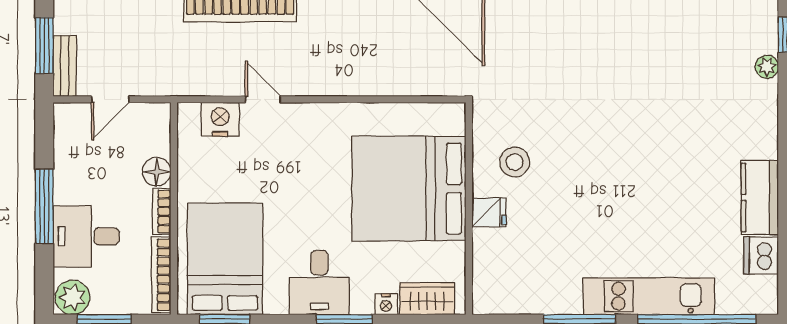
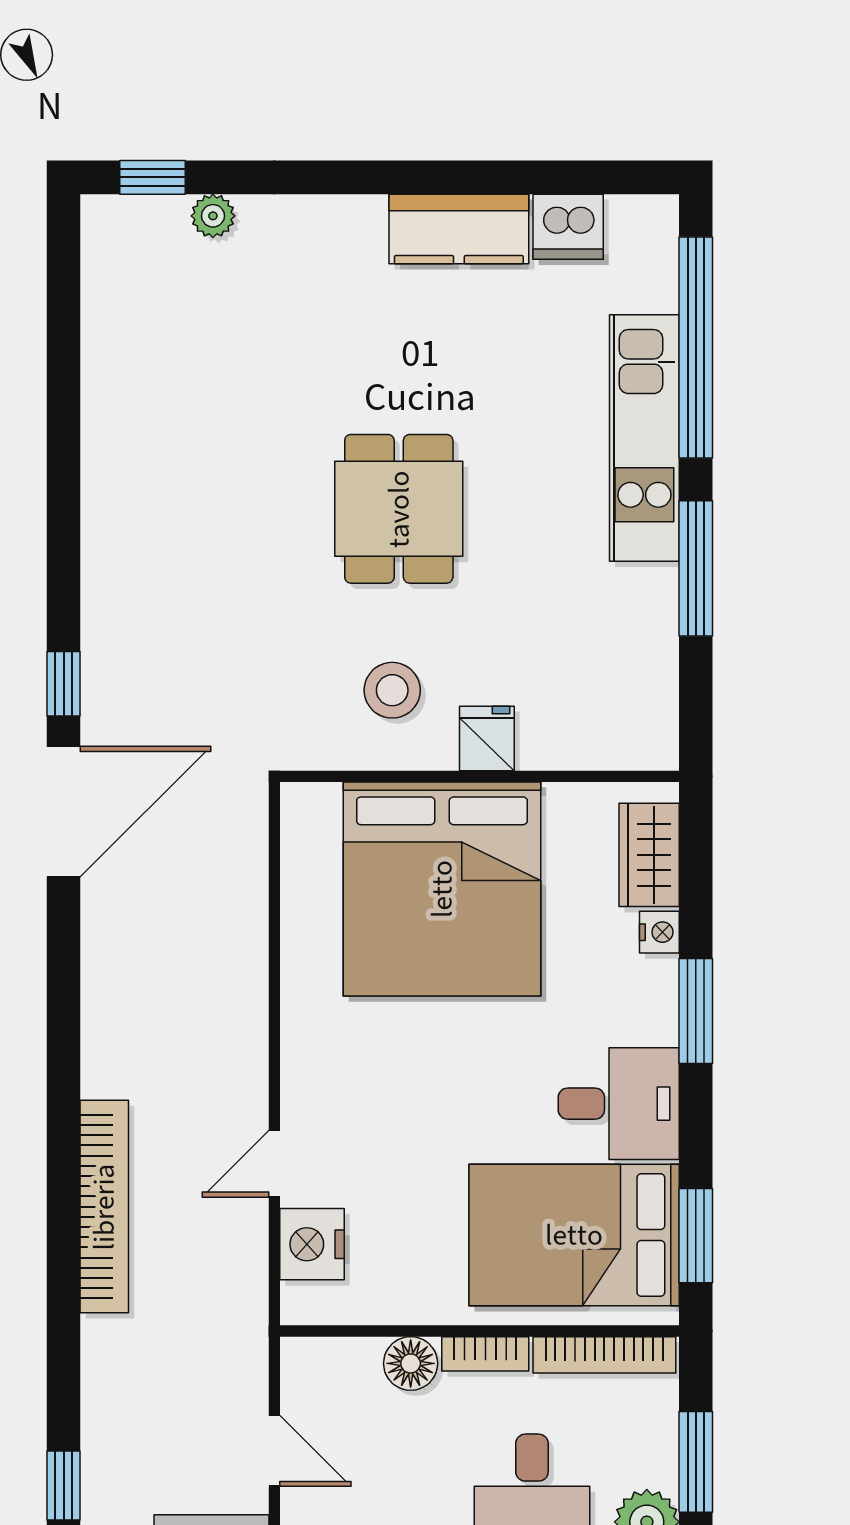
dining table: (611, 166) -> (399, 509), added
desk: (319, 283) -> (619, 1104), moved

